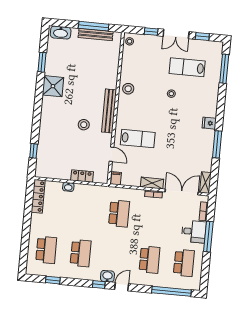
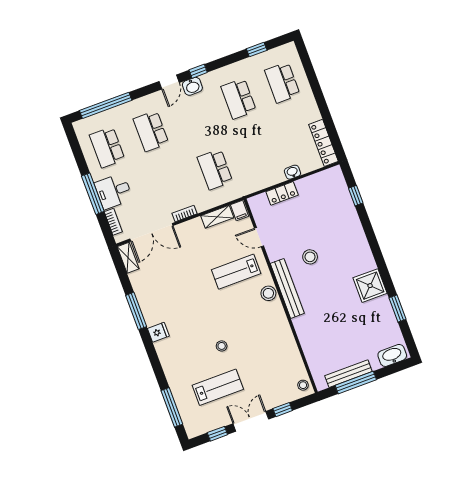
stool: (128, 89) -> (268, 293), moved
shelving: (152, 183) -> (217, 217), moved

